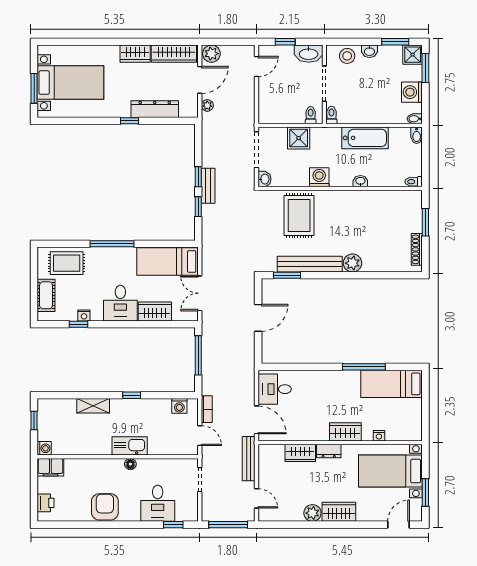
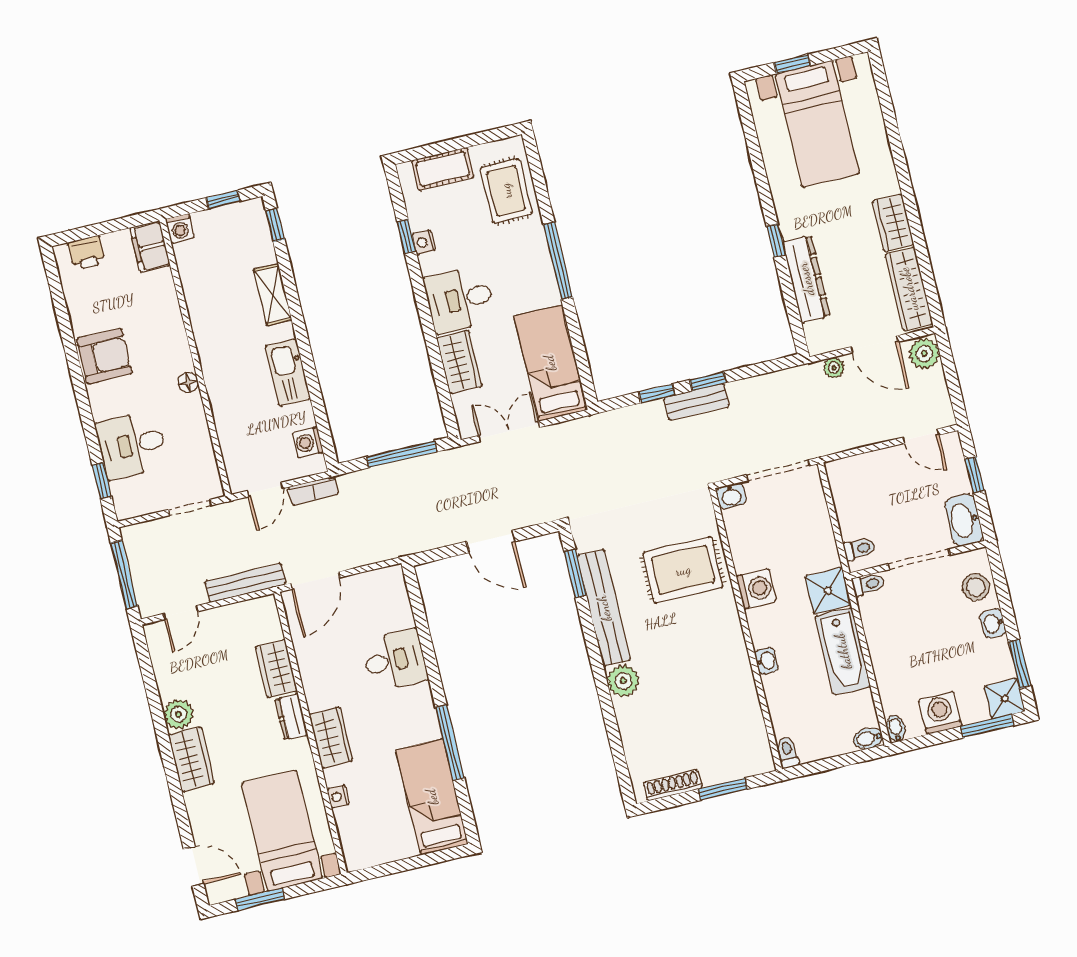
window: (34, 88) -> (792, 64), width x0.67
shower: (299, 138) -> (828, 591), moved
desk: (275, 389) -> (395, 660), moved, turned 90
window: (132, 395) -> (275, 225), moved
kitchen sink: (130, 446) -> (288, 373), moved, turned 180

